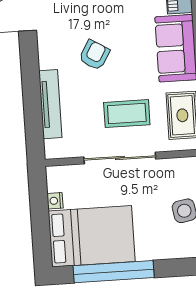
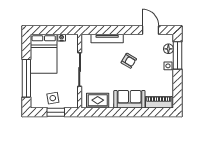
coffee table: (127, 114) -> (100, 74), removed
window: (114, 272) -> (26, 78), moved

